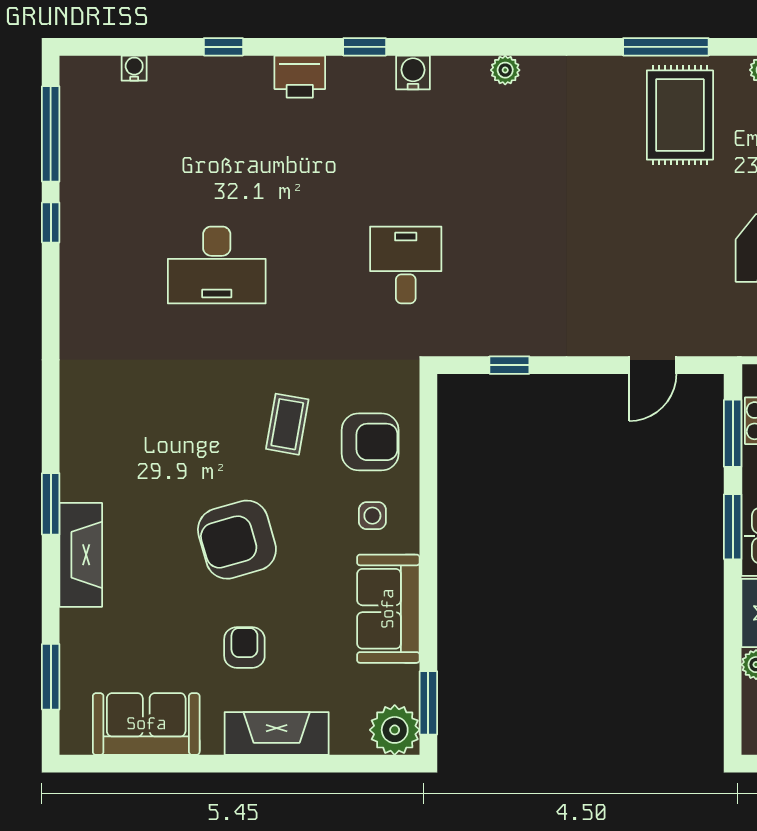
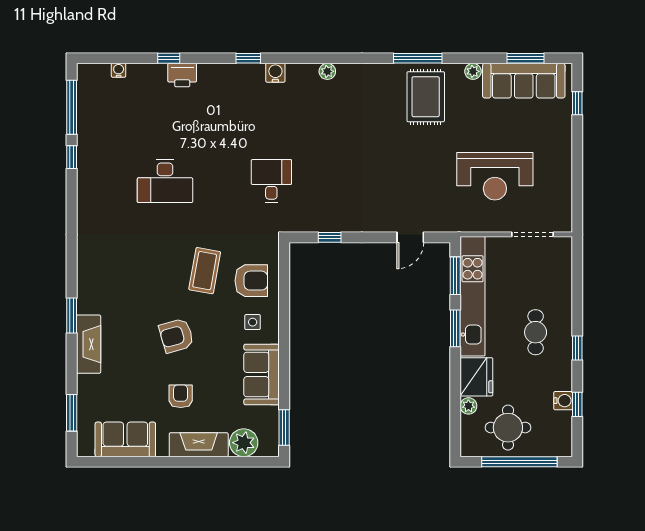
printer: (300, 77) -> (182, 75), moved
coffee table: (287, 424) -> (205, 271), width x1.36, depth x1.30
armchair: (237, 540) -> (176, 336), width x0.73, depth x0.73
plant: (395, 730) -> (244, 443), moved

